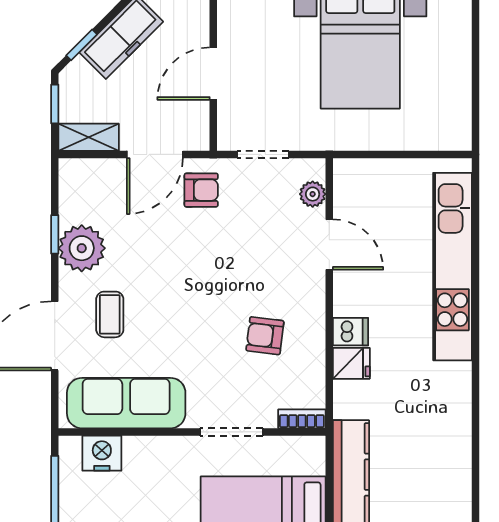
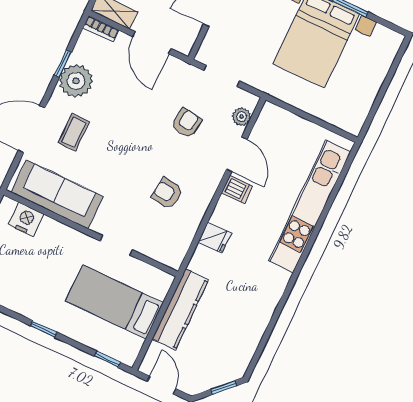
door: (155, 154) -> (152, 43), hinge flipped
armchair: (201, 190) -> (187, 123), moved, turned -82
dishwasher: (351, 332) -> (237, 189), moved
bookcase: (302, 419) -> (101, 29), moved, turned 180
doorway: (231, 432) -> (116, 245), width x0.73

